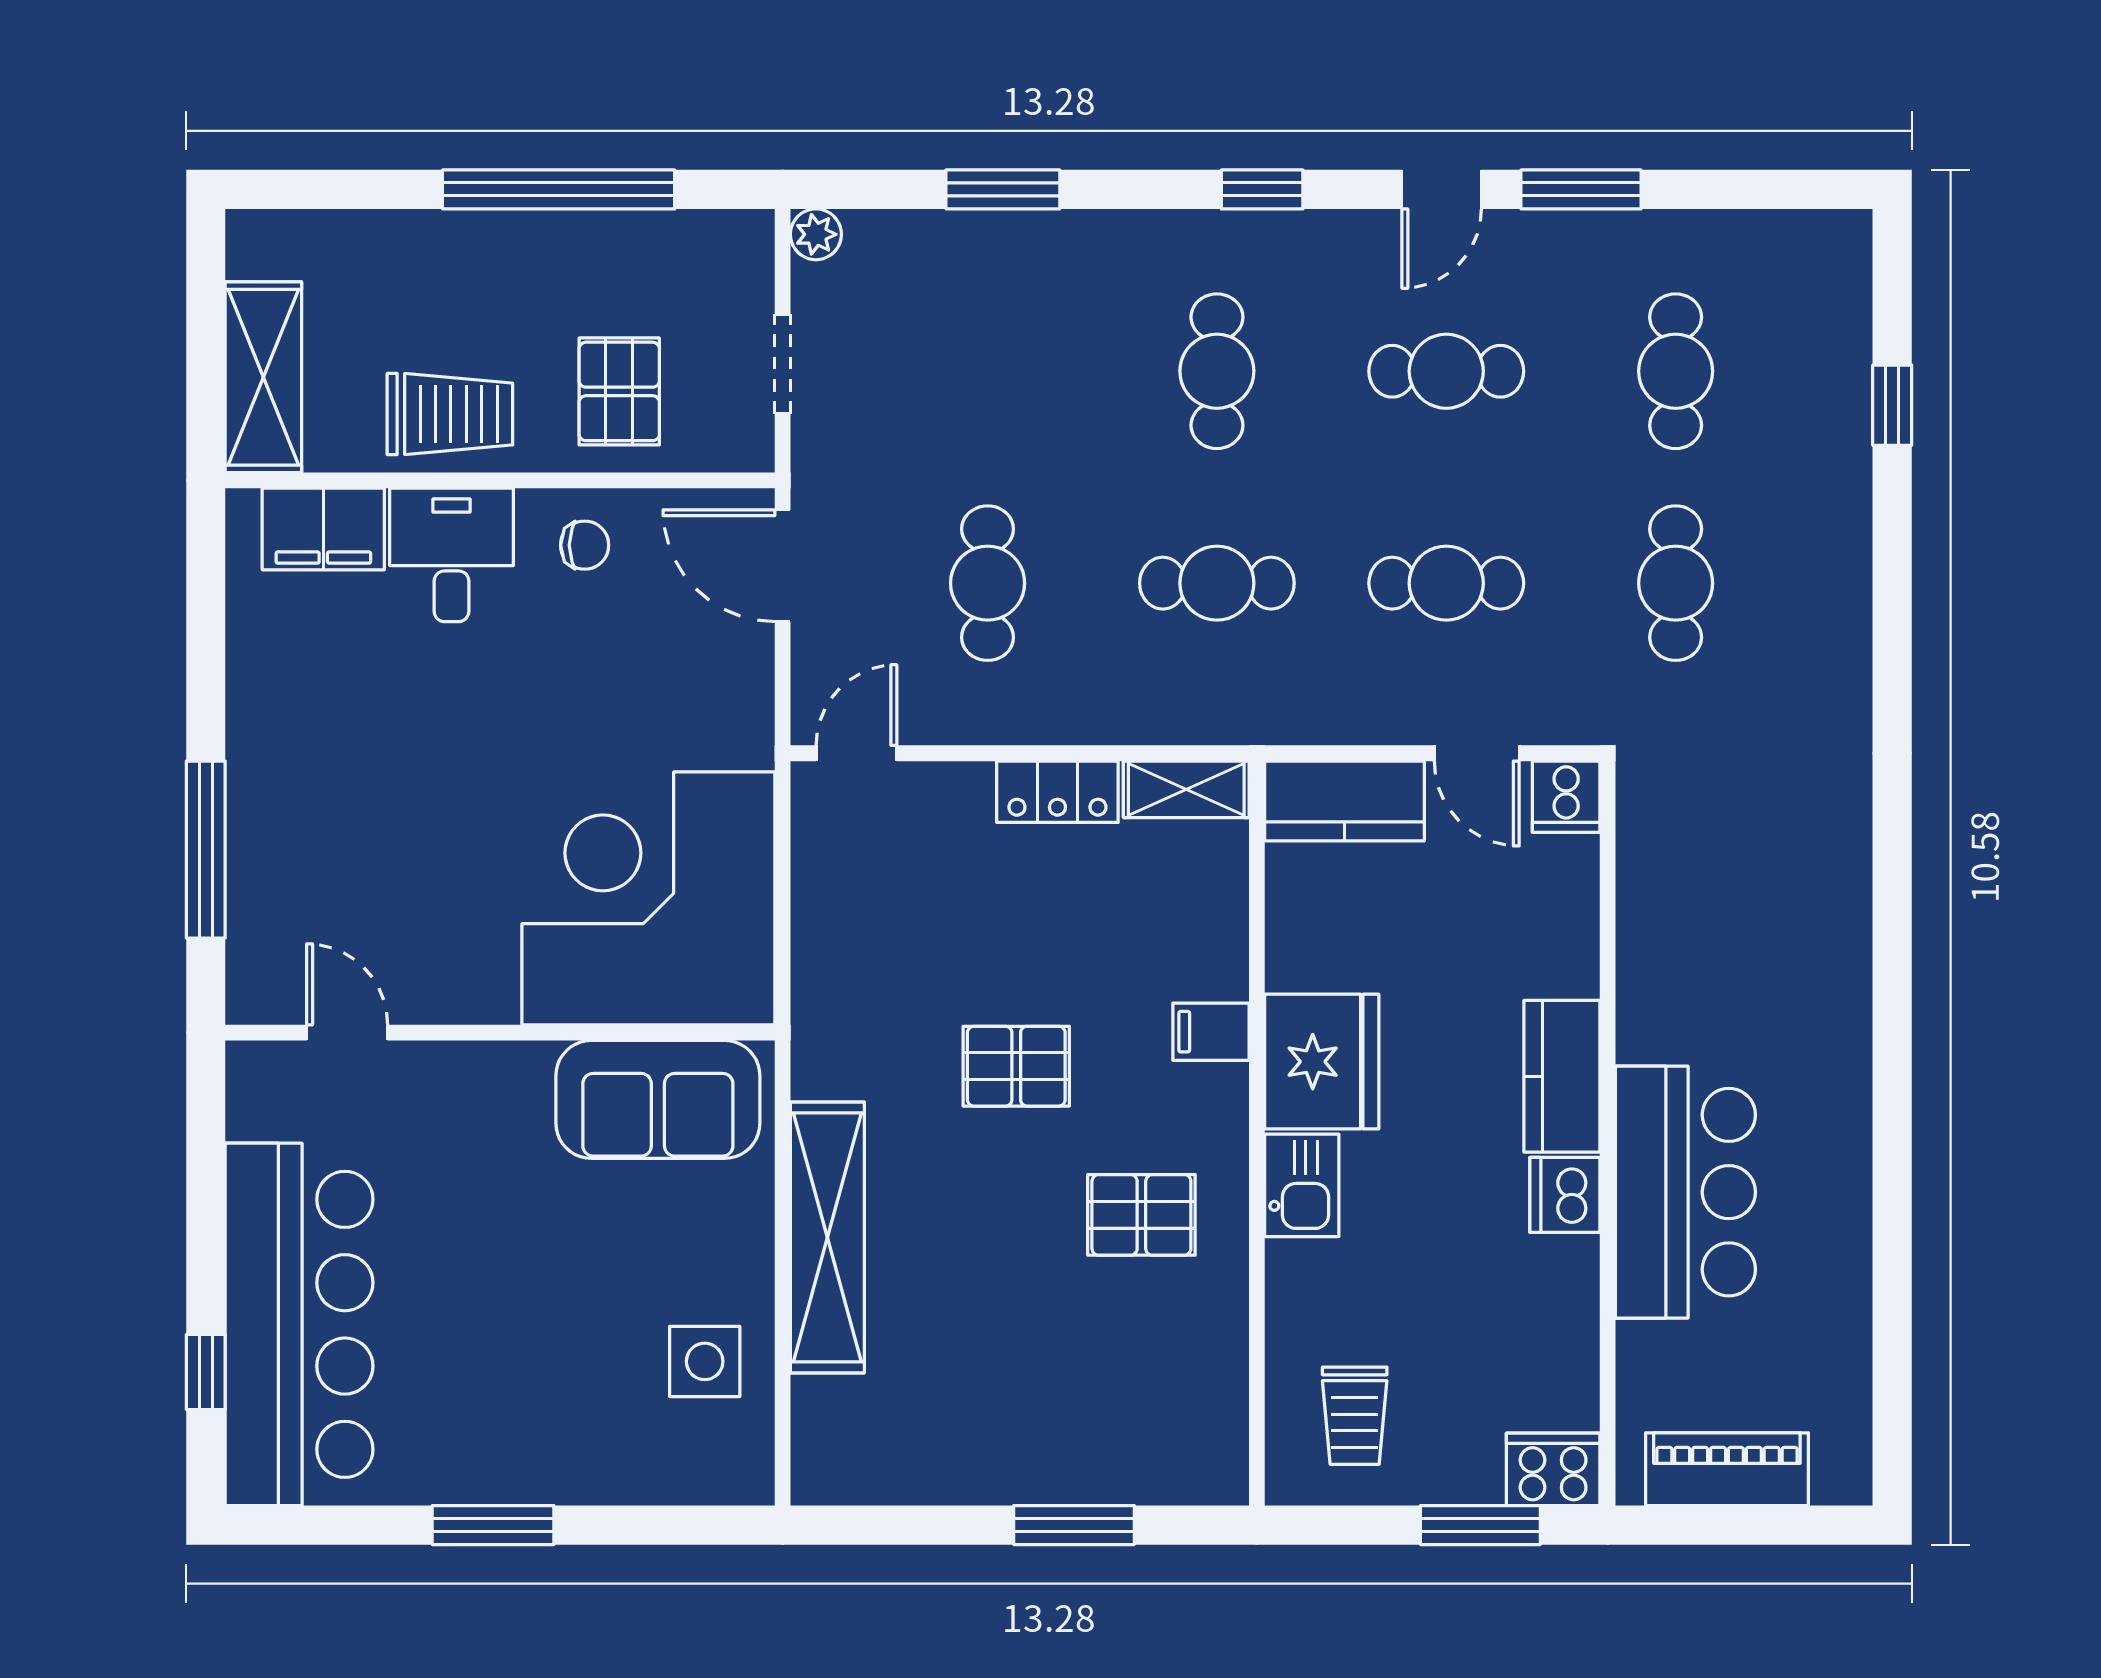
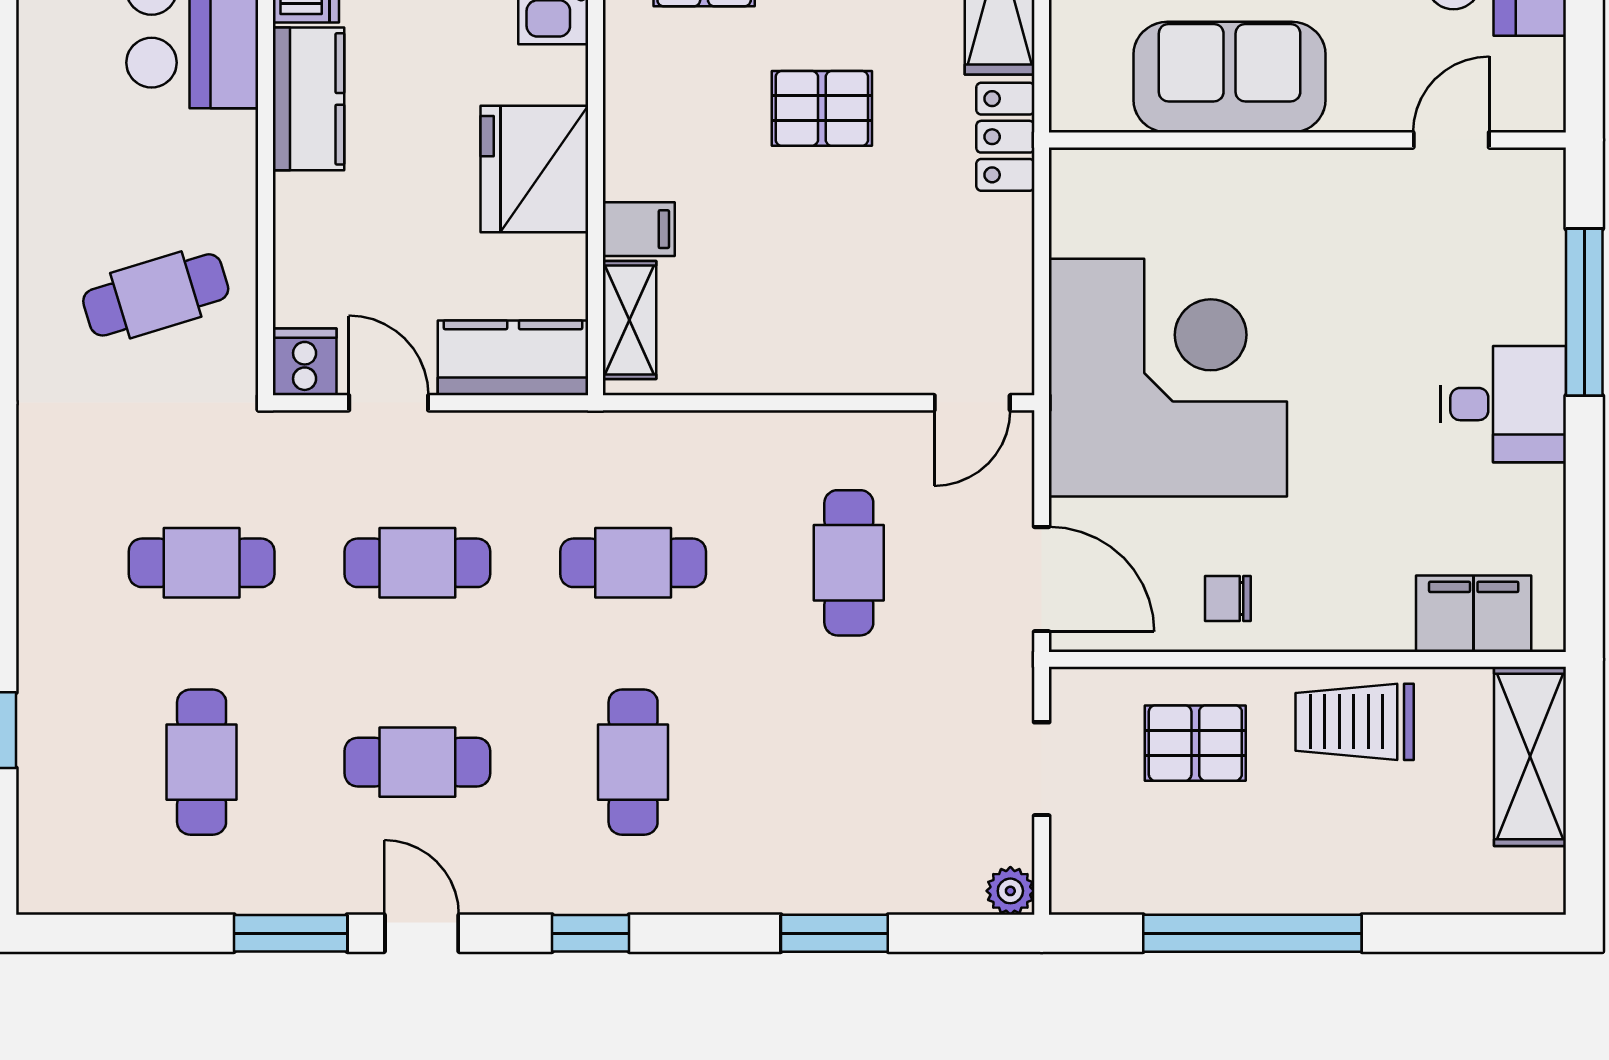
door: (1442, 189) -> (422, 933), hinge flipped
pallet: (619, 391) -> (1195, 743), turned 90
desk: (452, 555) -> (1503, 404), moved, turned -90
cafe table: (1676, 583) -> (202, 563), turned 90
shelving: (1186, 789) -> (629, 320), moved, turned 90
locker: (1057, 792) -> (1005, 137), moved, turned -90
cafe table: (1724, 868) -> (156, 295), added
corner desk: (648, 898) -> (1168, 378), moved, turned -90
filing cabinet: (1211, 1032) -> (639, 229), moved
door: (347, 1033) -> (1451, 140), swing flipped
fridge: (1322, 1062) -> (534, 169), moved
sofa: (658, 1099) -> (1230, 77), moved

